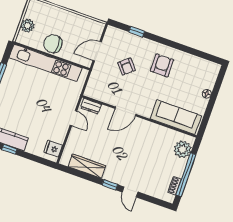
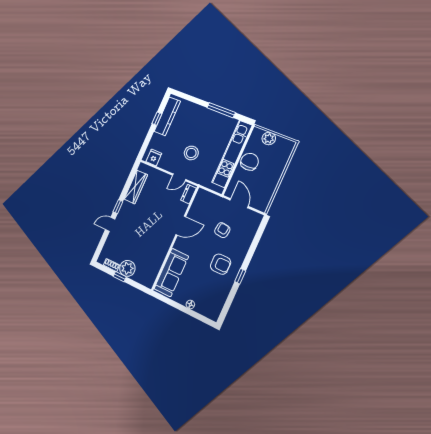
window: (137, 32) -> (240, 276), moved
armchair: (127, 67) -> (222, 230), turned 137
stool: (46, 107) -> (191, 153), added
door: (125, 111) -> (181, 226), swing flipped
plant: (183, 149) -> (127, 268), moved
window: (186, 175) -> (120, 277), width x0.32

